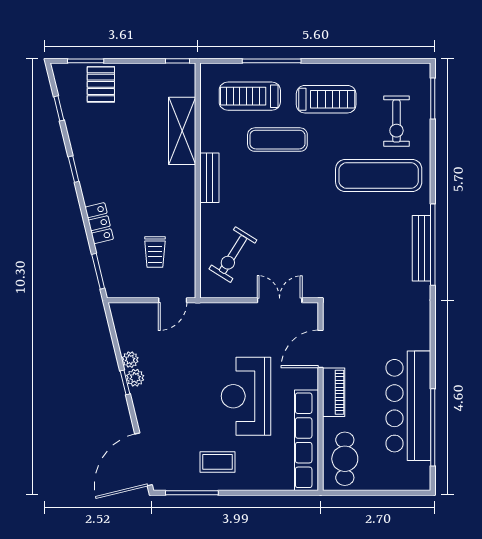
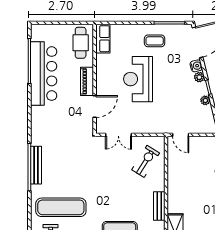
trolley: (155, 252) -> (191, 163), removed
door: (173, 300) -> (181, 135), swing flipped
plant: (135, 378) -> (199, 77), moved
reception desk: (246, 396) -> (138, 79), turned 180
water cooler: (146, 419) -> (196, 66), added
row of seats: (307, 440) -> (103, 39), width x0.50

